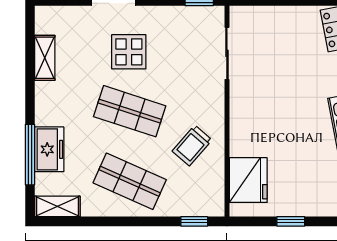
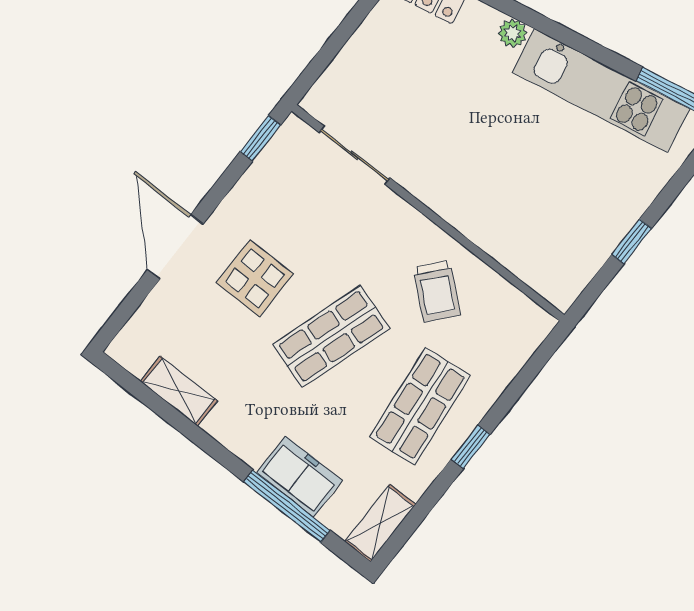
fridge: (248, 180) -> (537, 254), removed
shop shelf: (130, 181) -> (420, 406), turned -30
window: (194, 221) -> (471, 447), moved

